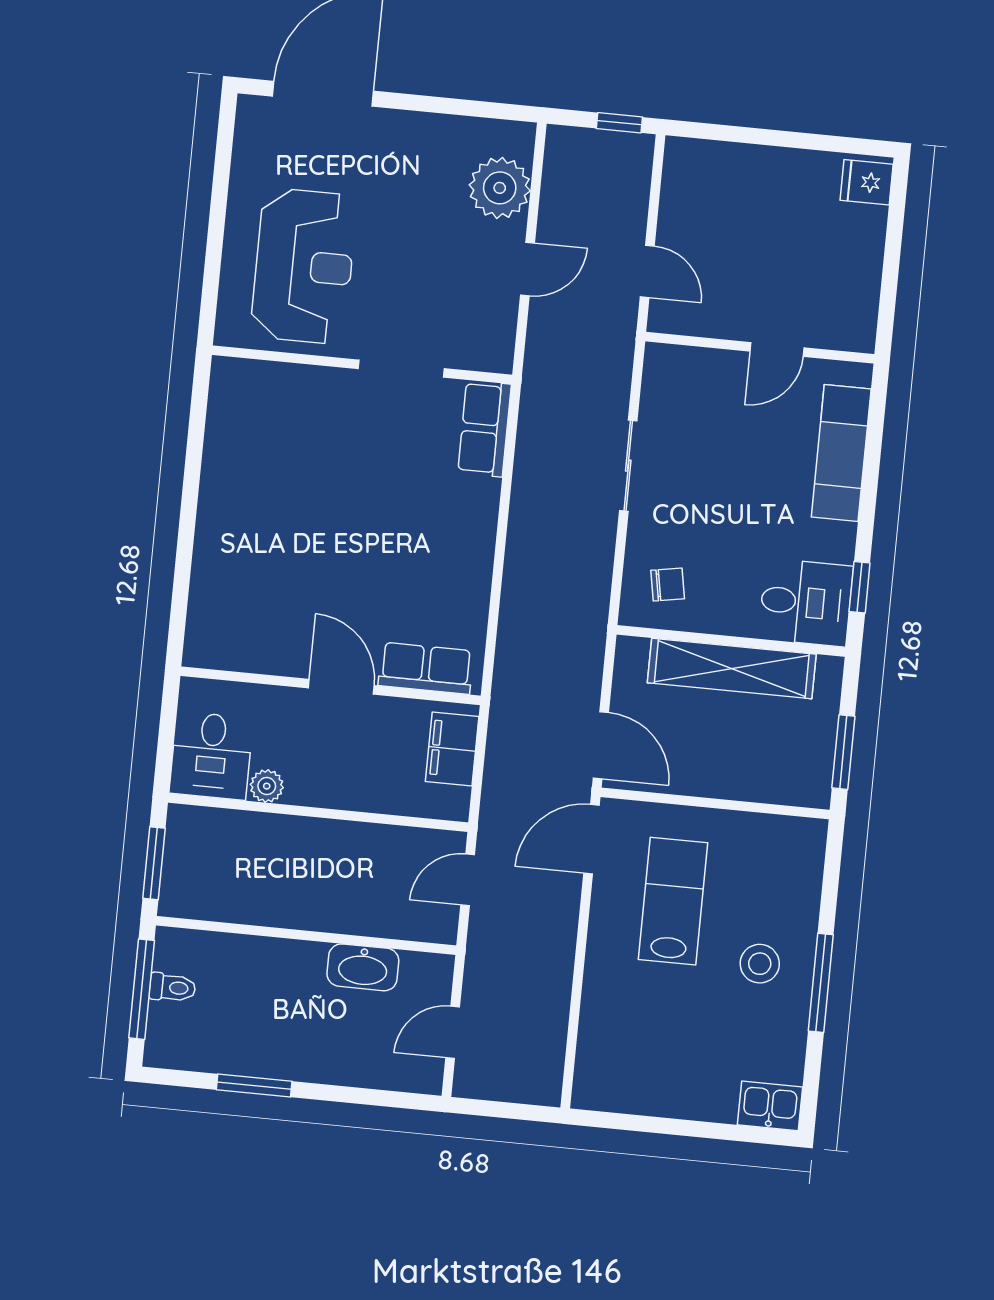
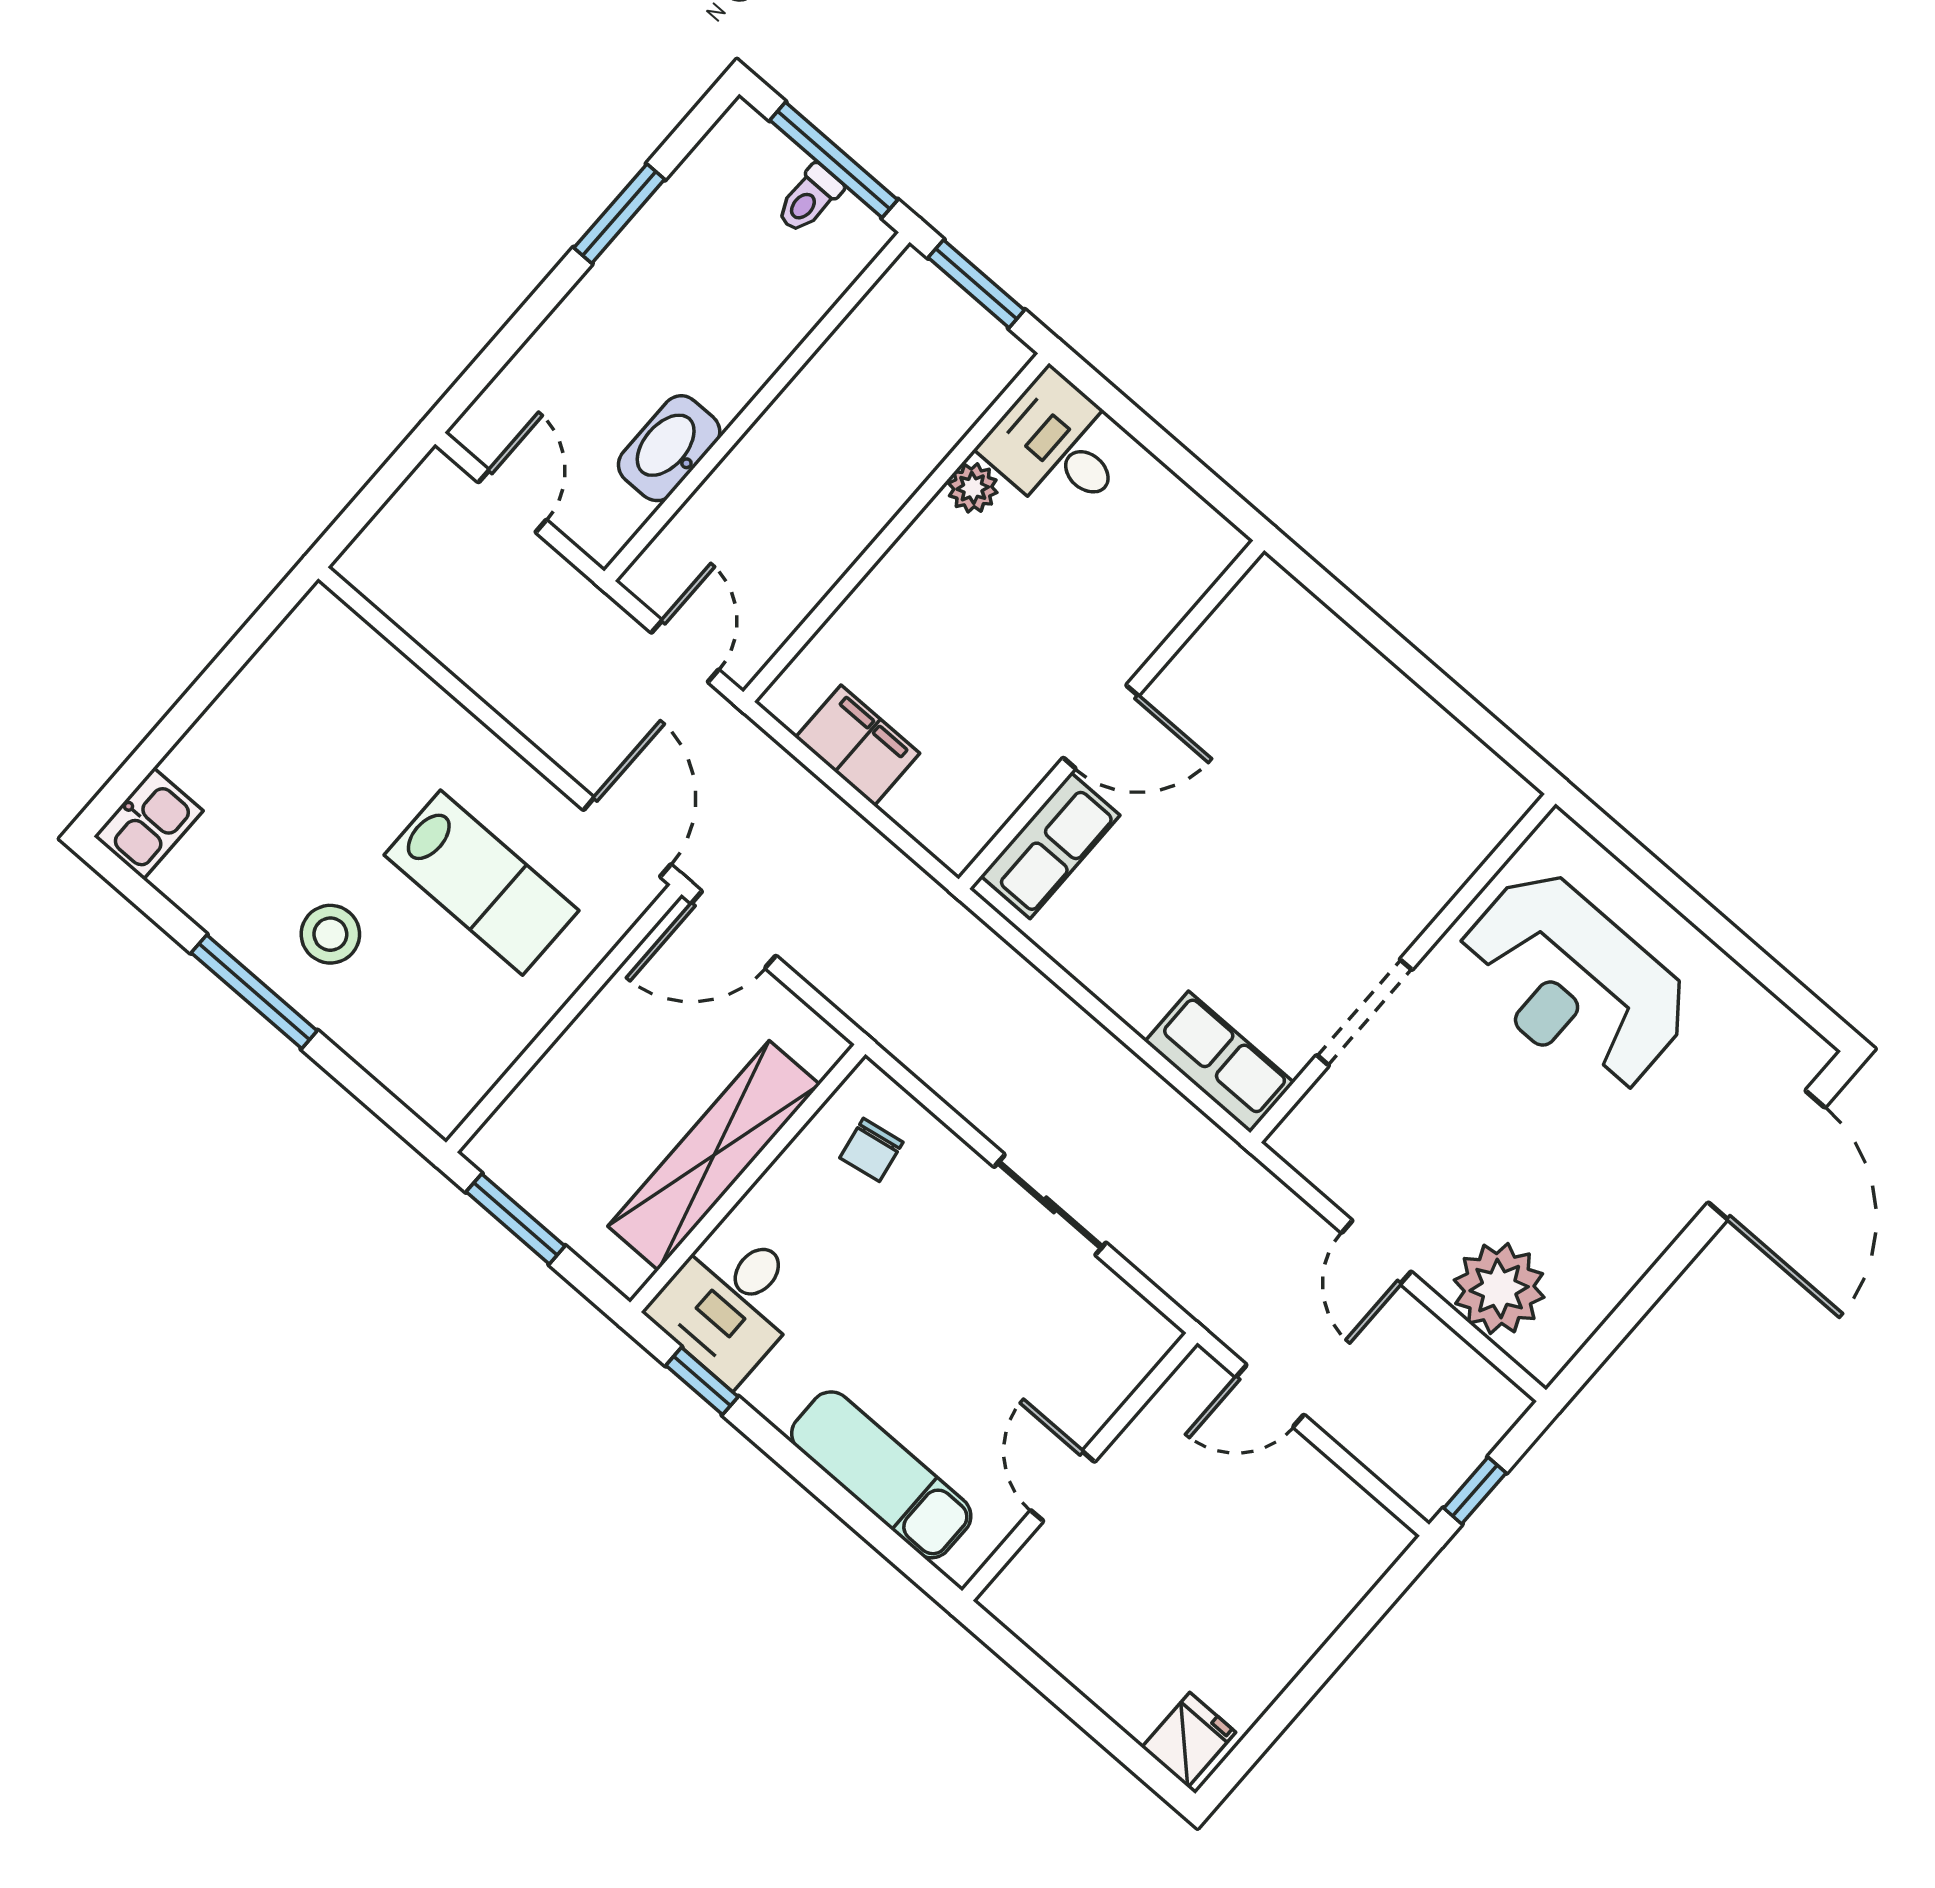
row of seats: (426, 668) -> (1050, 846), moved
wall: (331, 686) -> (1111, 715), moved
door: (341, 687) -> (1101, 727), moved

